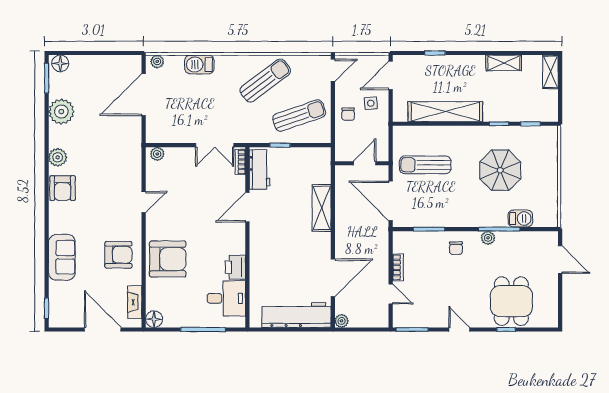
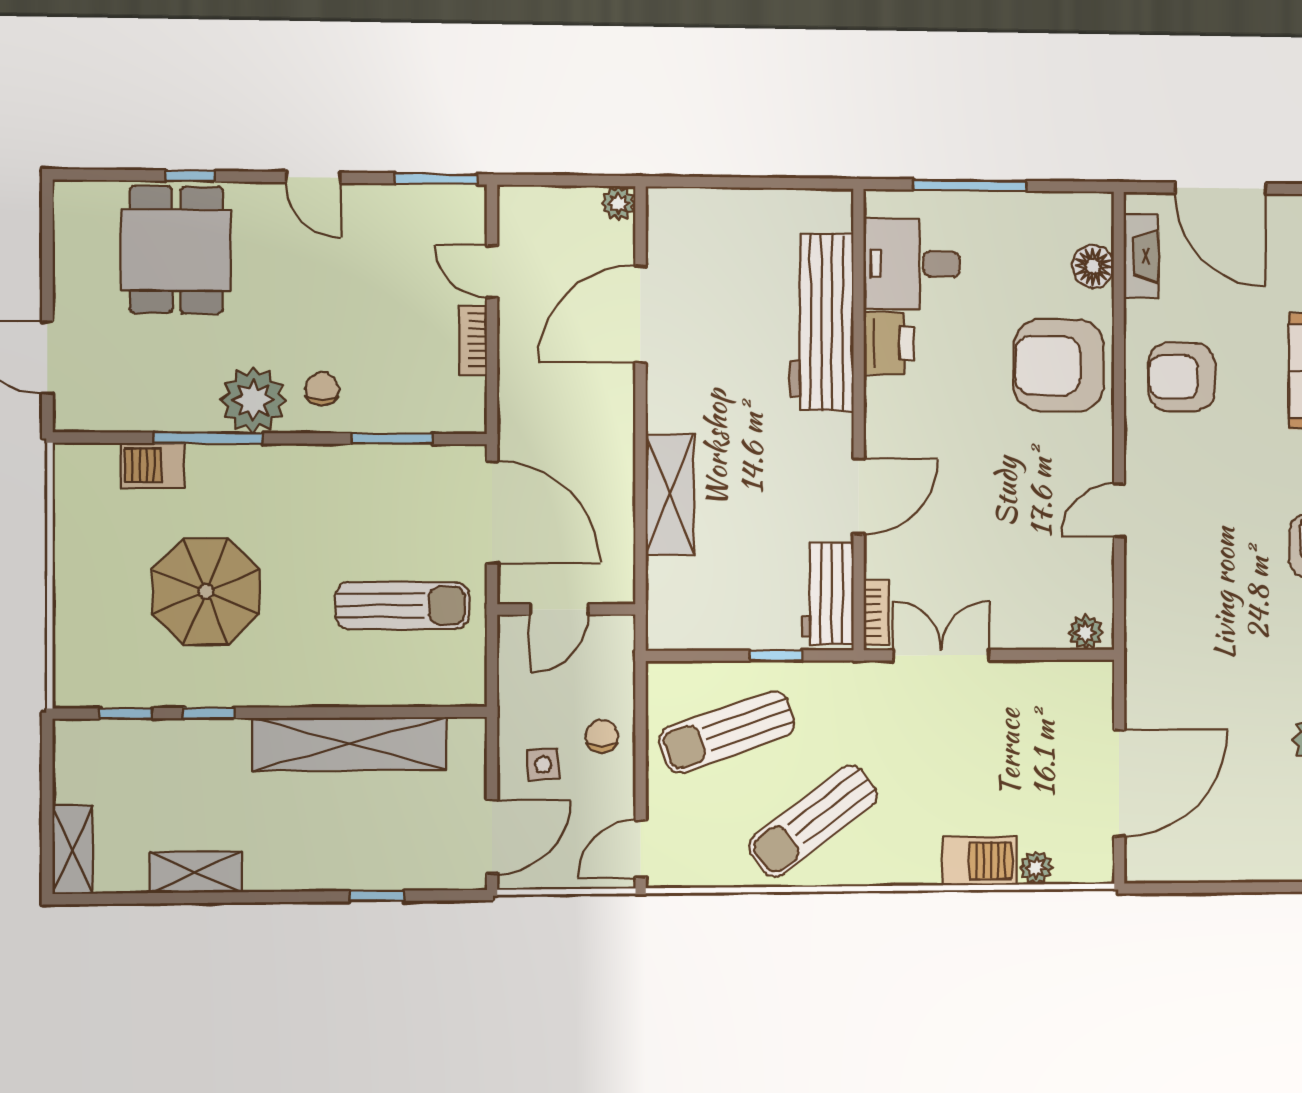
plant: (157, 61) -> (1036, 868), moved
plant: (488, 238) -> (253, 400), width x1.88, depth x1.88
workbench: (296, 315) -> (822, 322), moved, turned 90
floor lamp: (154, 319) -> (1093, 266), moved

